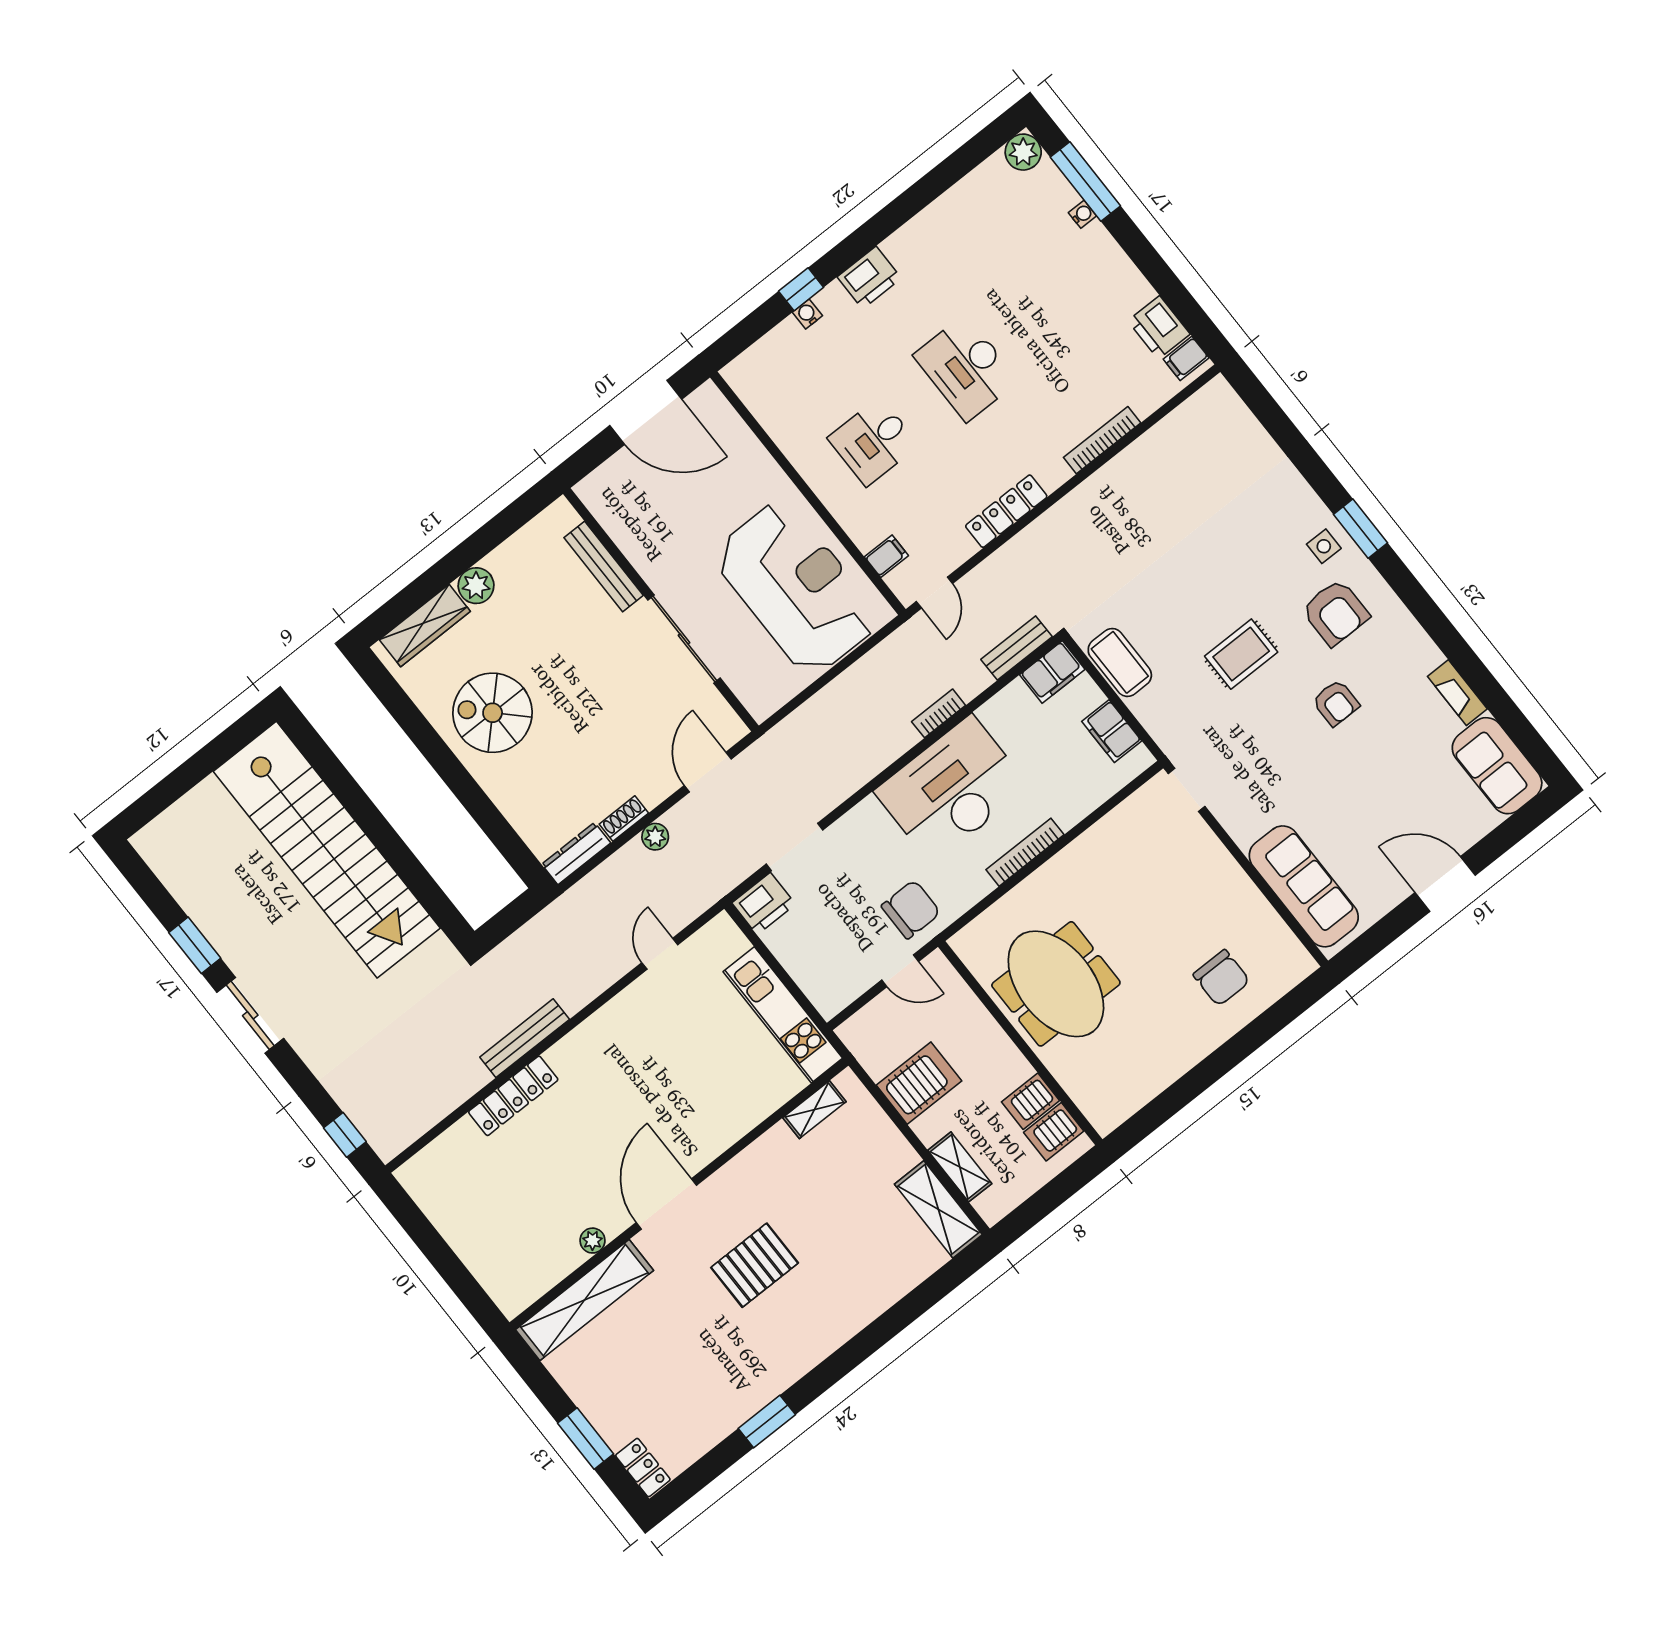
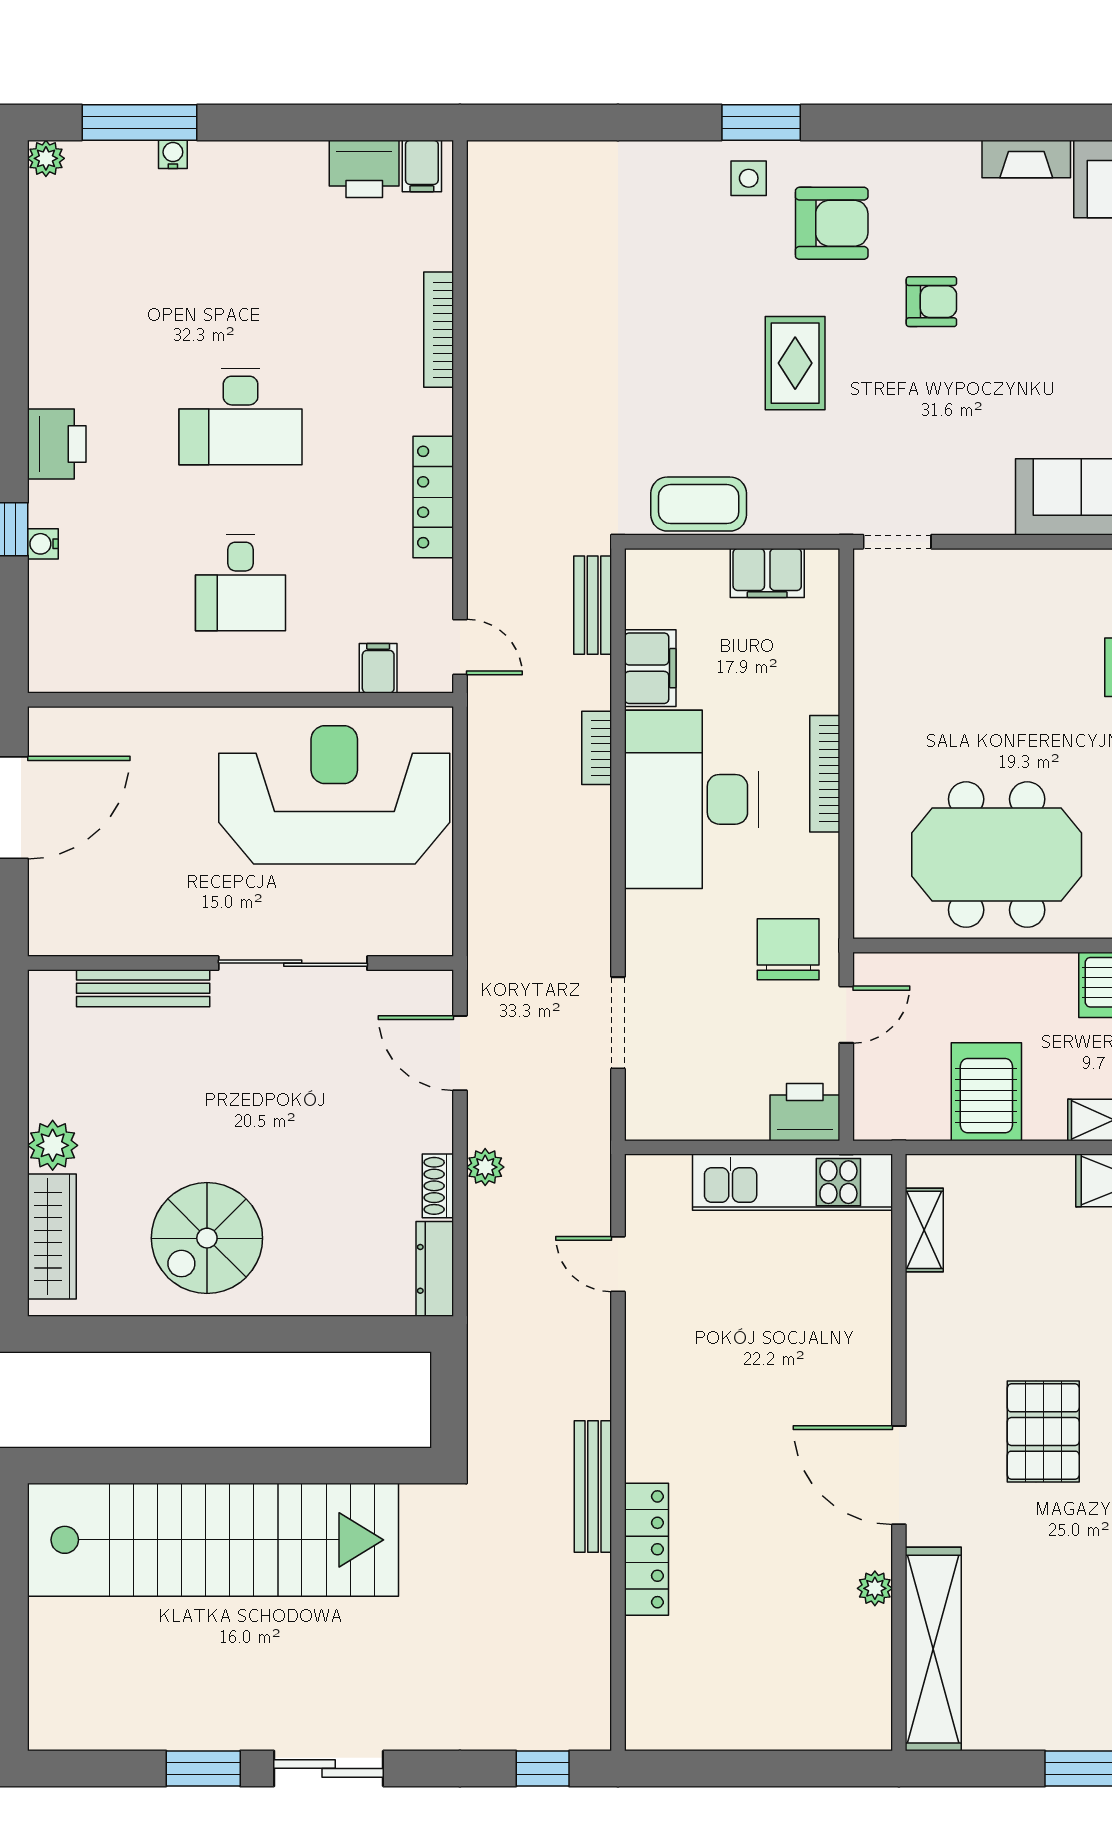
plant: (1023, 152) -> (46, 158), width x0.73, depth x0.73
filing cabinet: (1052, 672) -> (650, 668), moved
printer: (764, 904) -> (805, 1112), moved, turned -90

